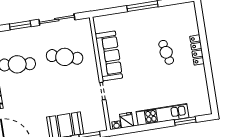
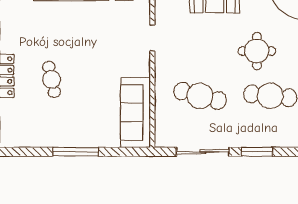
sofa: (109, 56) -> (135, 112), moved
round table: (31, 93) -> (257, 51), added

